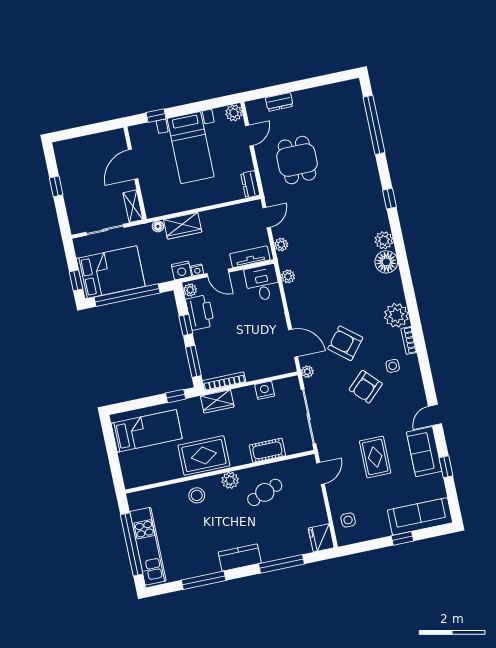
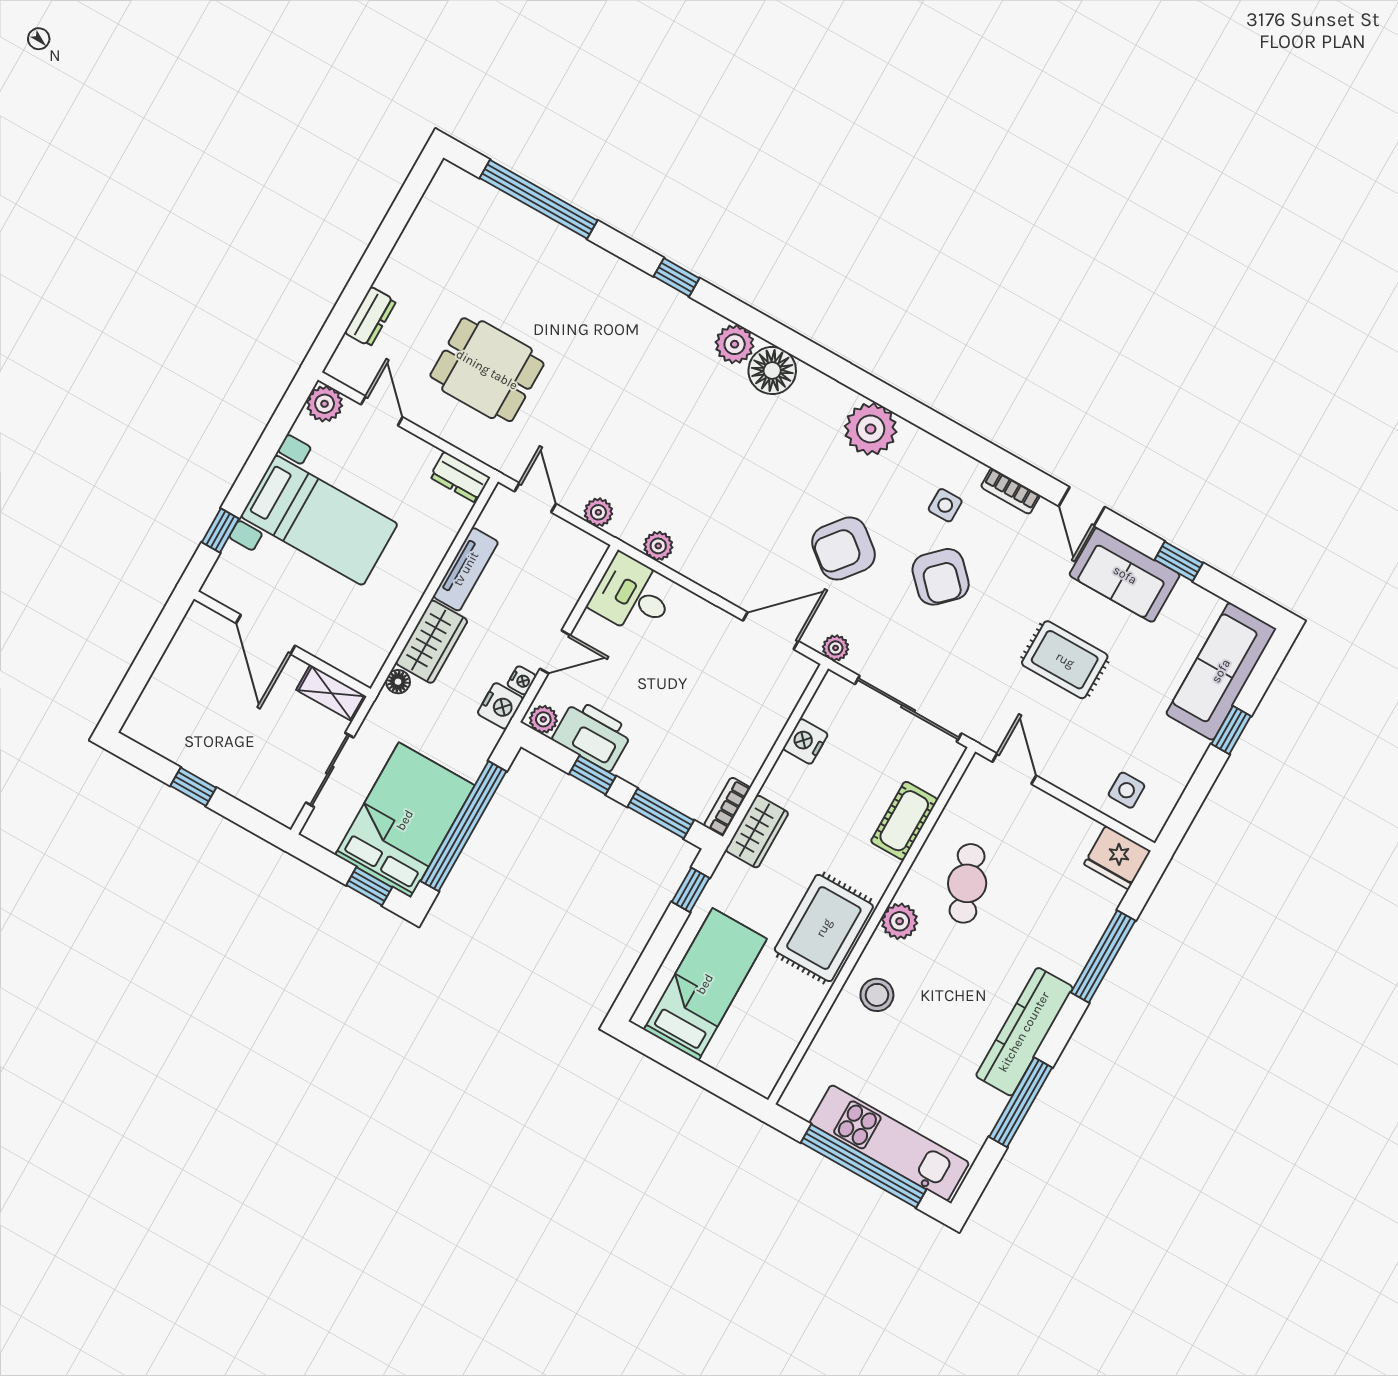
tv unit: (250, 257) -> (466, 569), moved, turned 180
bookcase: (409, 340) -> (1010, 491), moved
bookcase: (224, 381) -> (727, 807), width x0.64
kitchen counter: (240, 557) -> (1024, 1032), width x1.50

